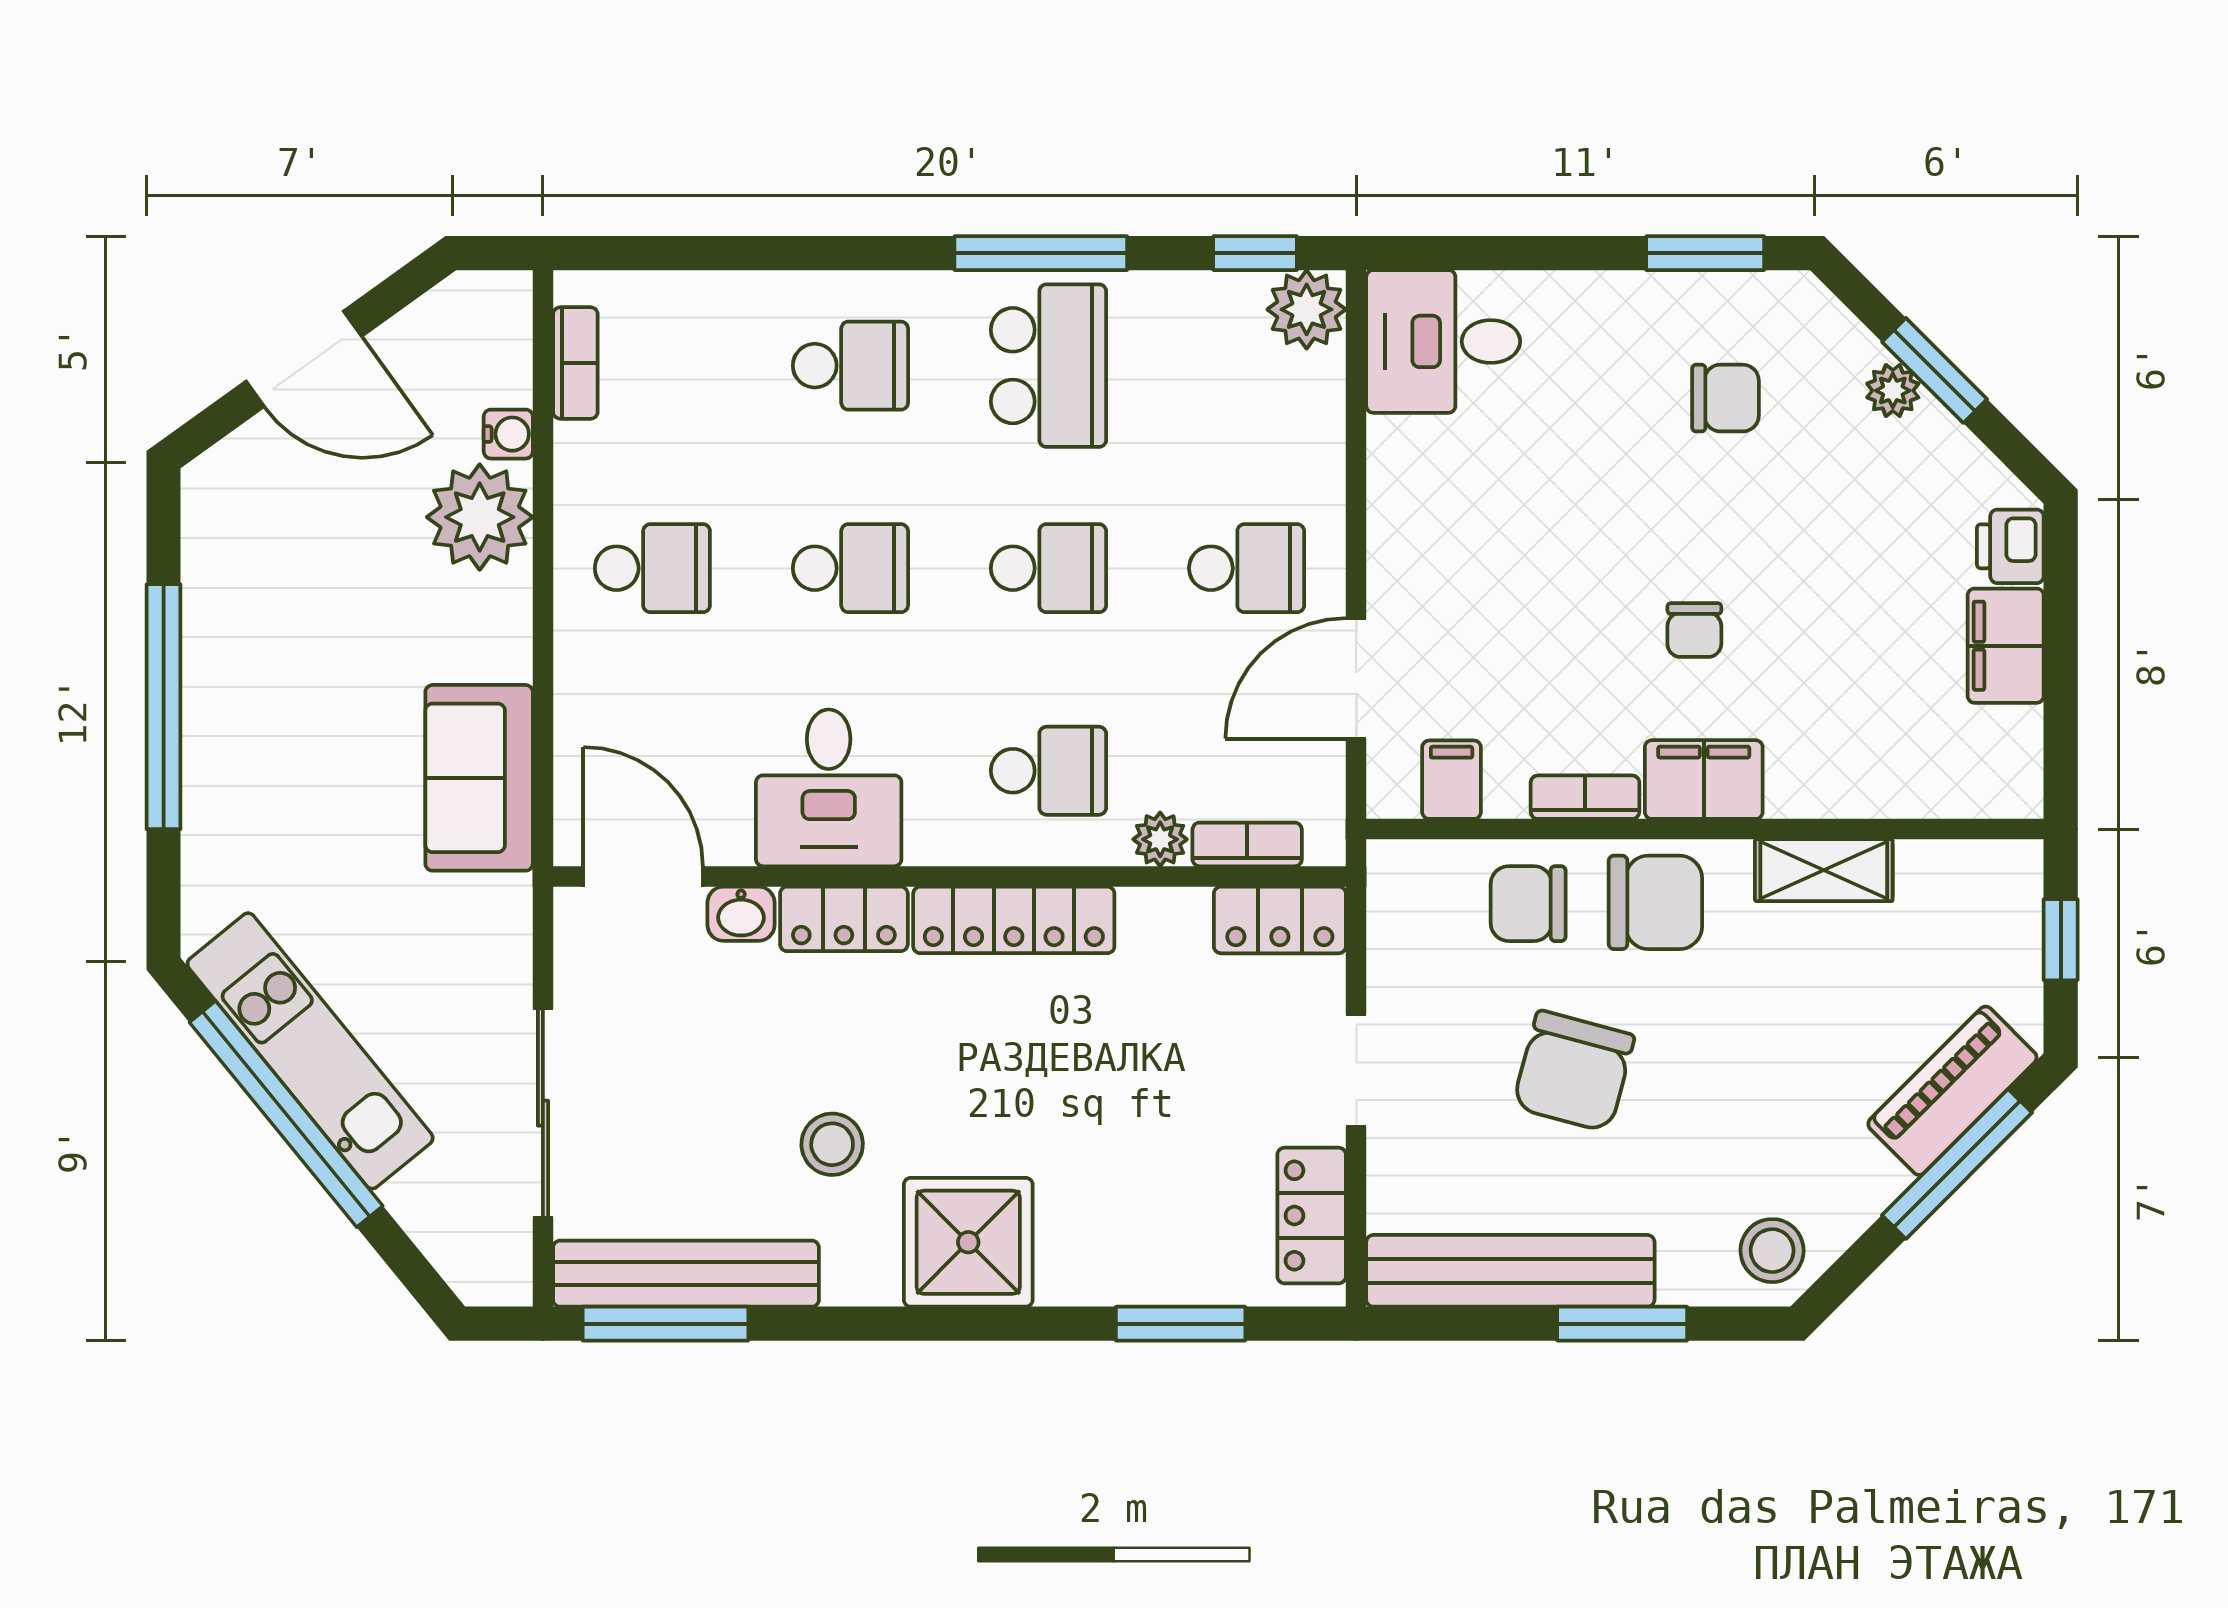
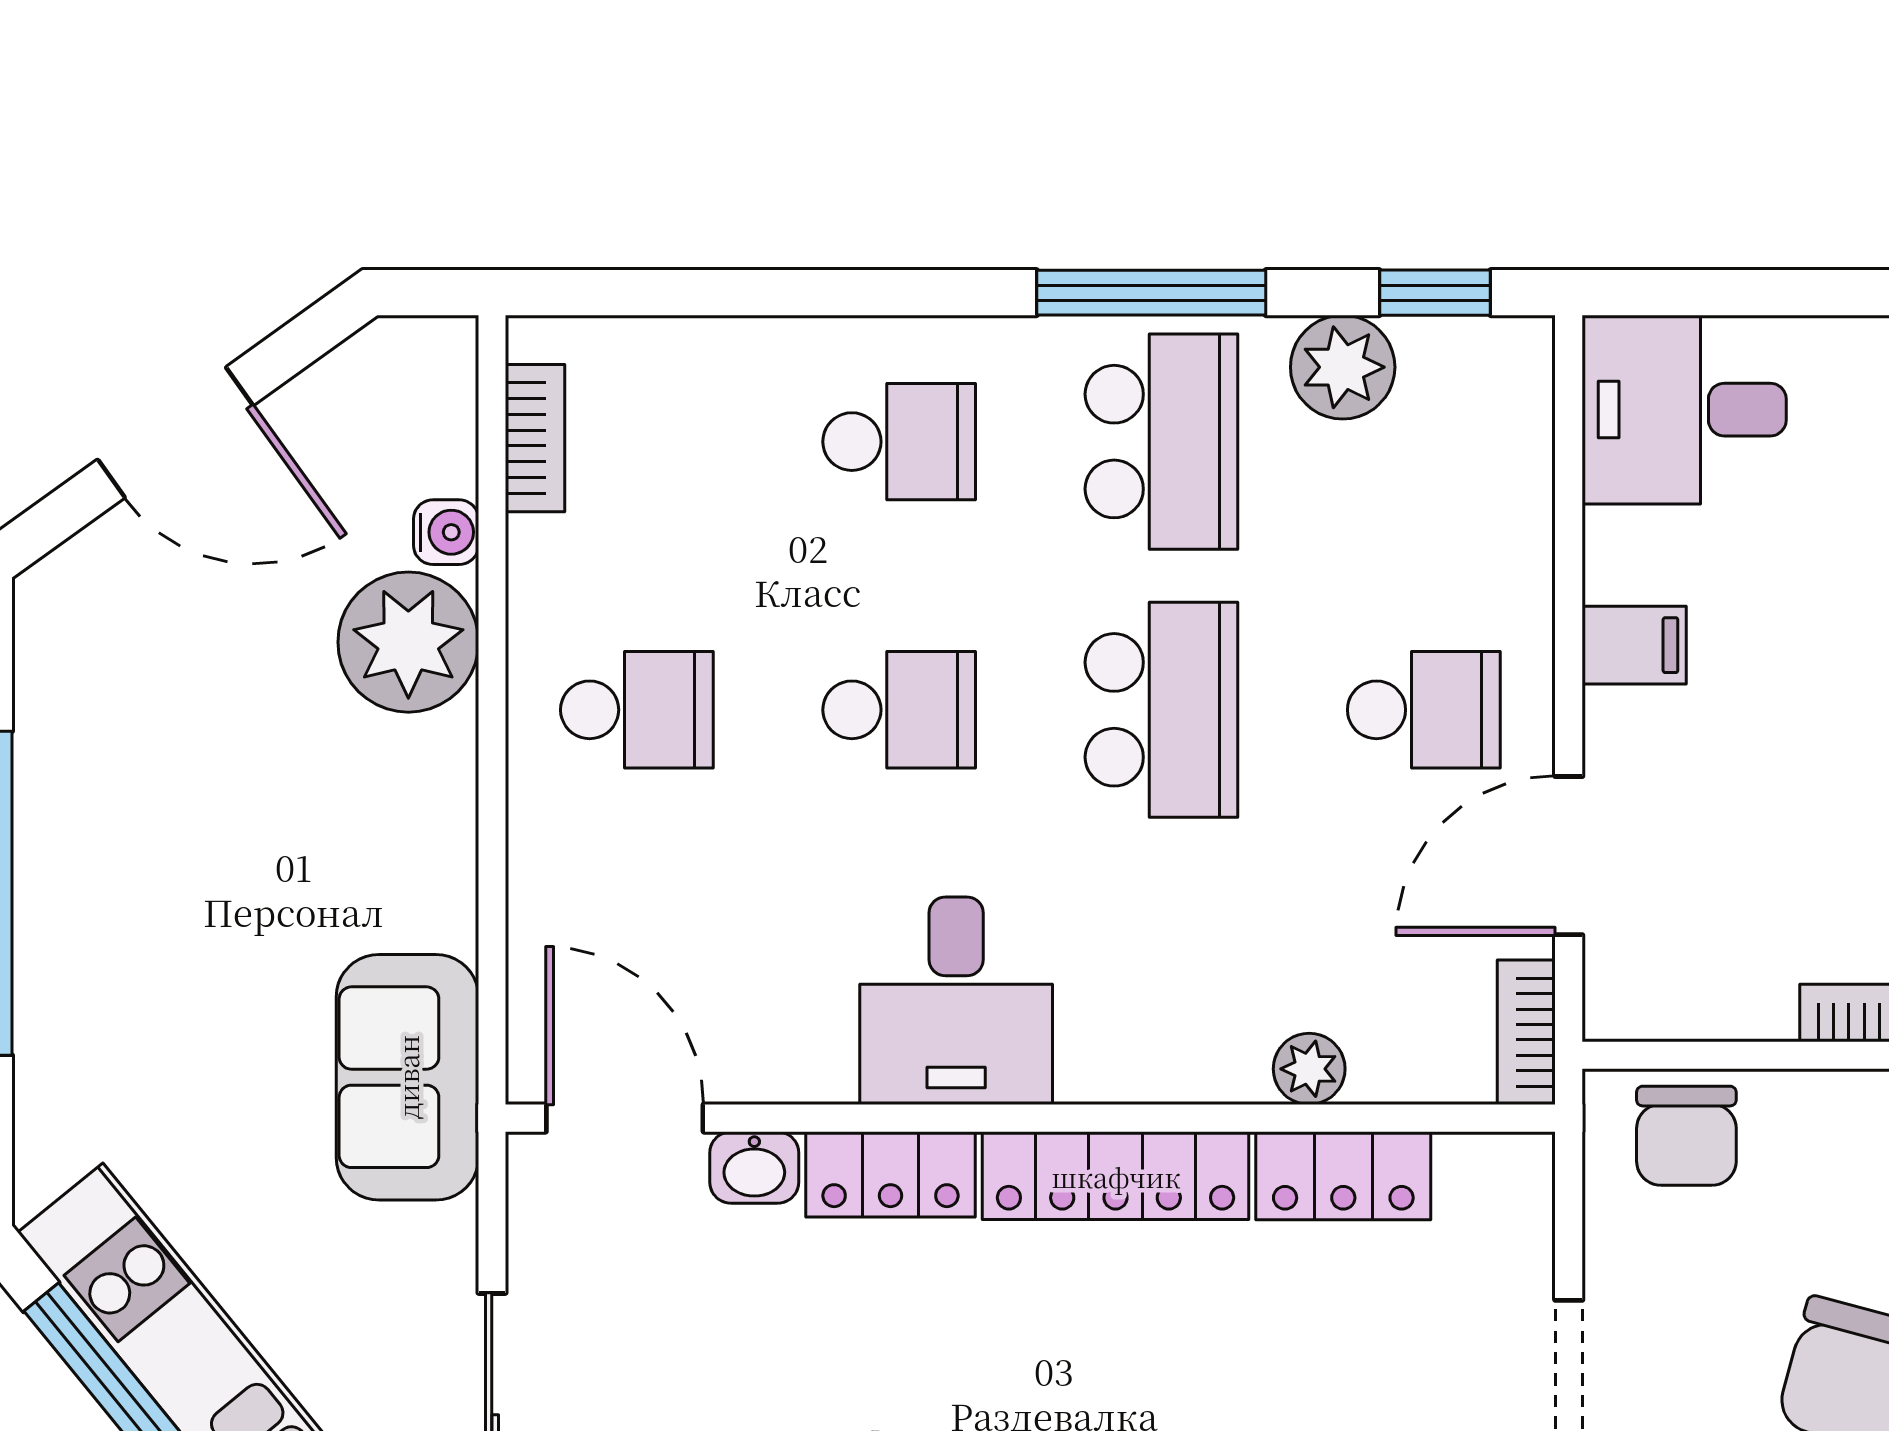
plant: (1307, 309) -> (1343, 367), moved
school desk: (1049, 568) -> (1161, 710), width x1.85
school desk: (1049, 771) -> (1161, 978), removed
sofa: (479, 778) -> (407, 1077), moved
filing cabinet: (1452, 780) -> (1634, 645), moved, turned 90
desk: (829, 788) -> (956, 1001), moved
bookcase: (1247, 844) -> (1526, 1032), moved, turned -90
chair: (1528, 904) -> (1686, 1136), moved, turned -90
locker: (1280, 920) -> (1343, 1176), moved

